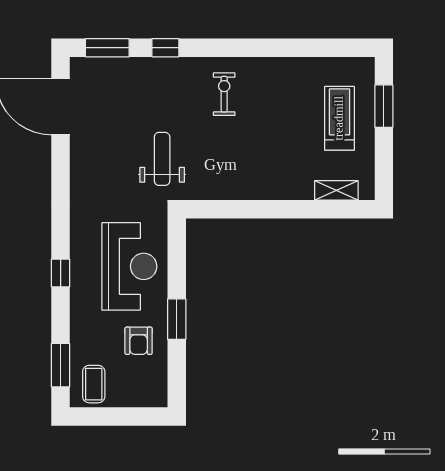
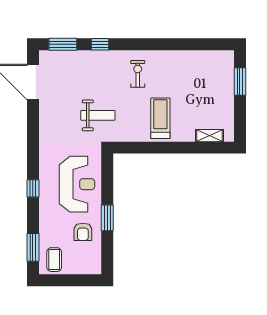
treadmill: (339, 118) -> (160, 118), moved
weight bench: (162, 159) -> (98, 115), turned 90

